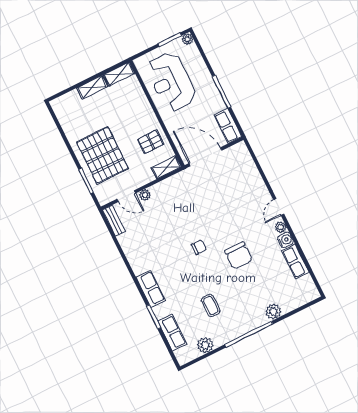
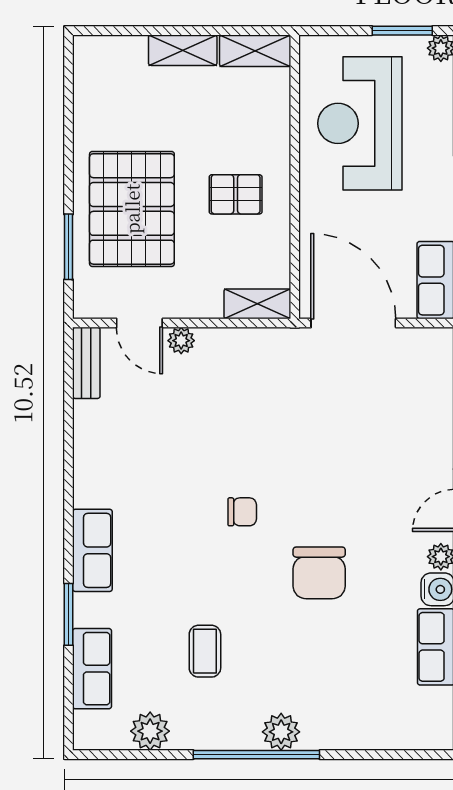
pallet: (150, 142) -> (236, 194), moved
plant: (273, 312) -> (281, 732), moved

